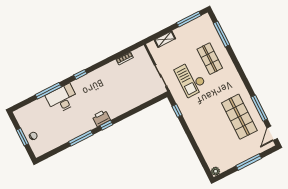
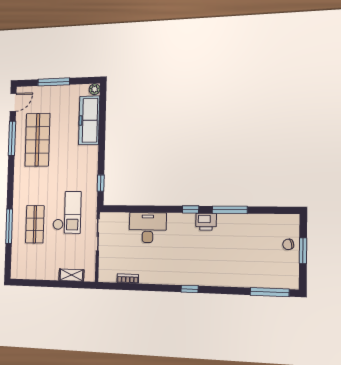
window: (189, 19) -> (34, 283), removed
window: (222, 34) -> (9, 226), moved
window: (48, 91) -> (270, 292), moved
desk: (62, 99) -> (148, 228), moved, turned 180
printer: (101, 118) -> (206, 222), moved
freezer: (208, 148) -> (89, 120), added

